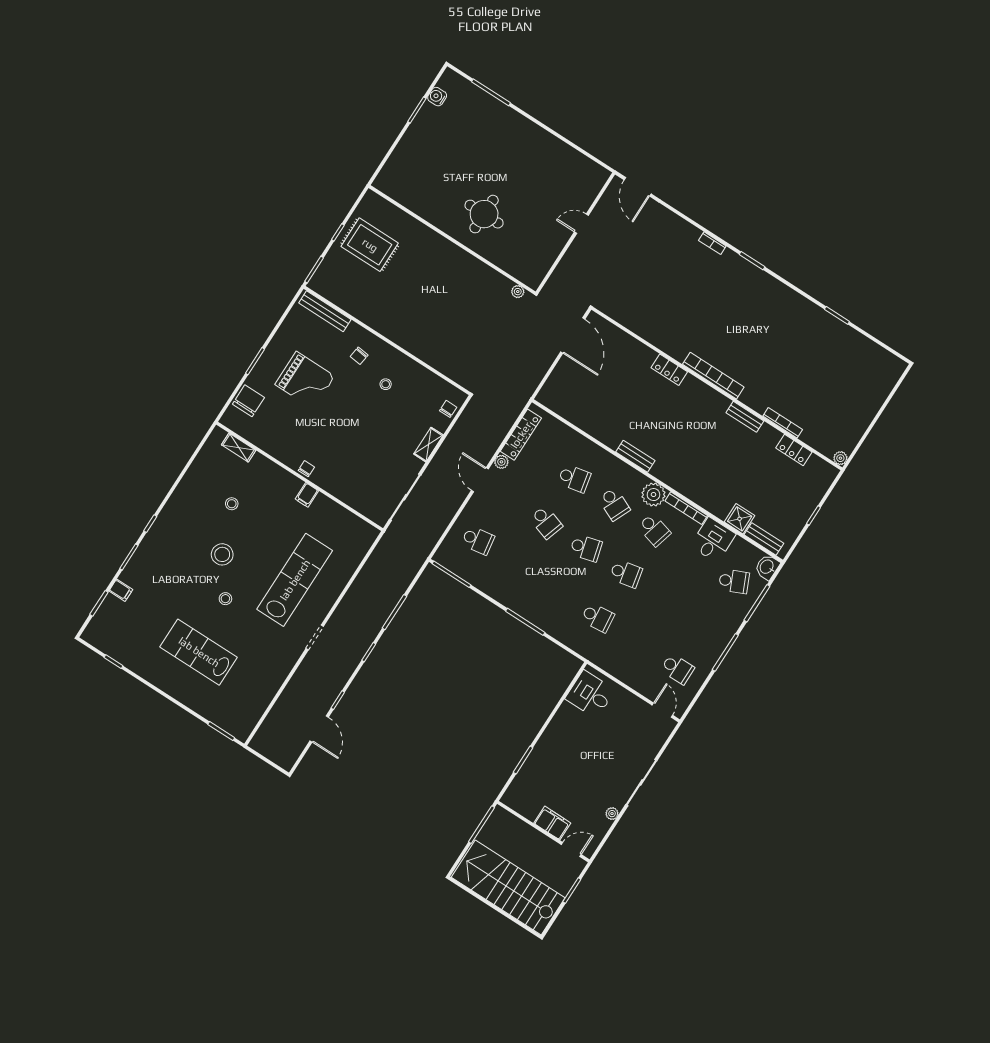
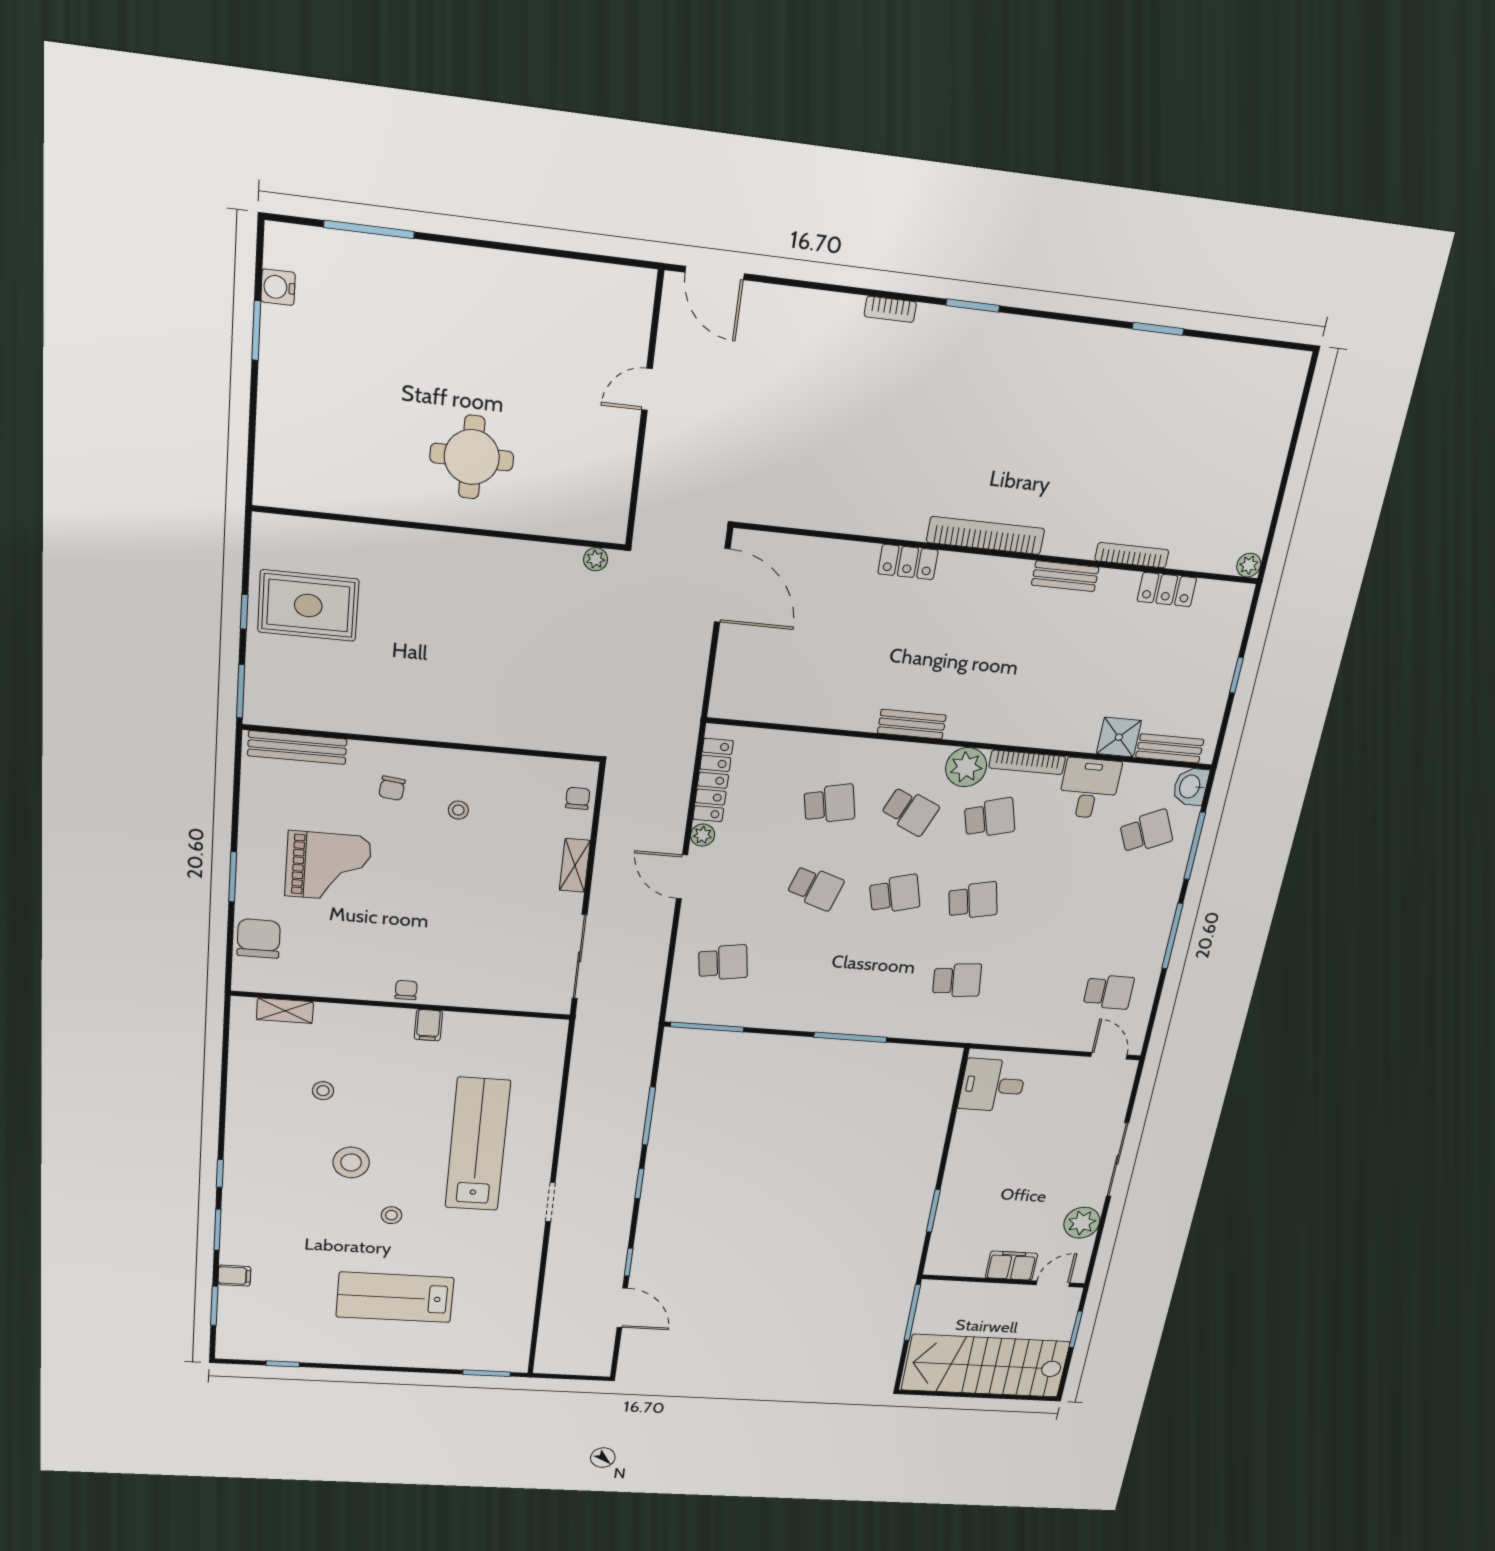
school desk: (654, 530) -> (990, 818), turned -30
plant: (612, 814) -> (1082, 1223), width x1.88, depth x1.88

